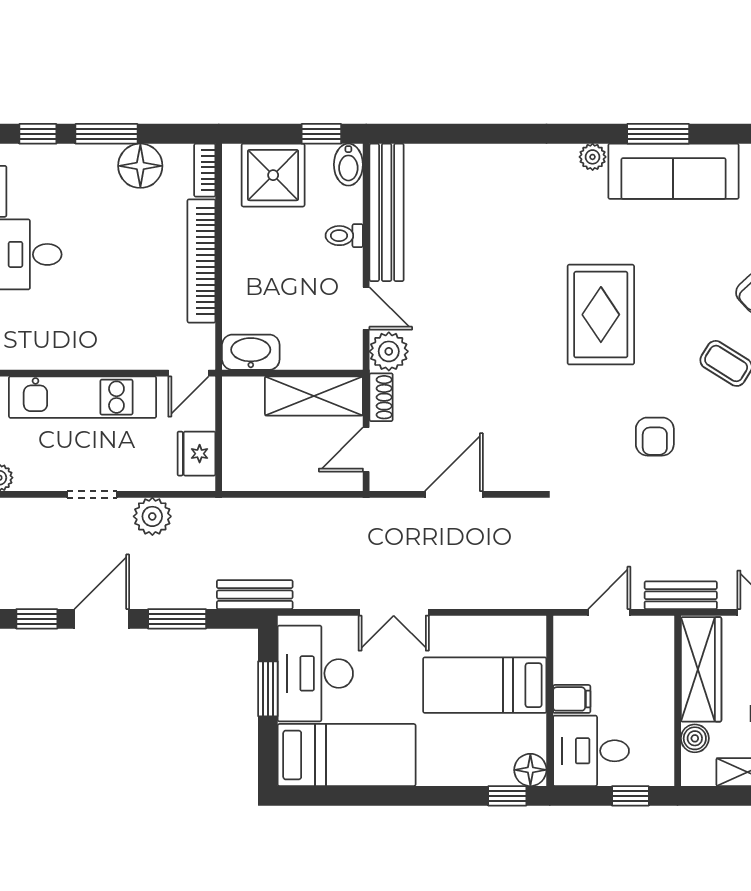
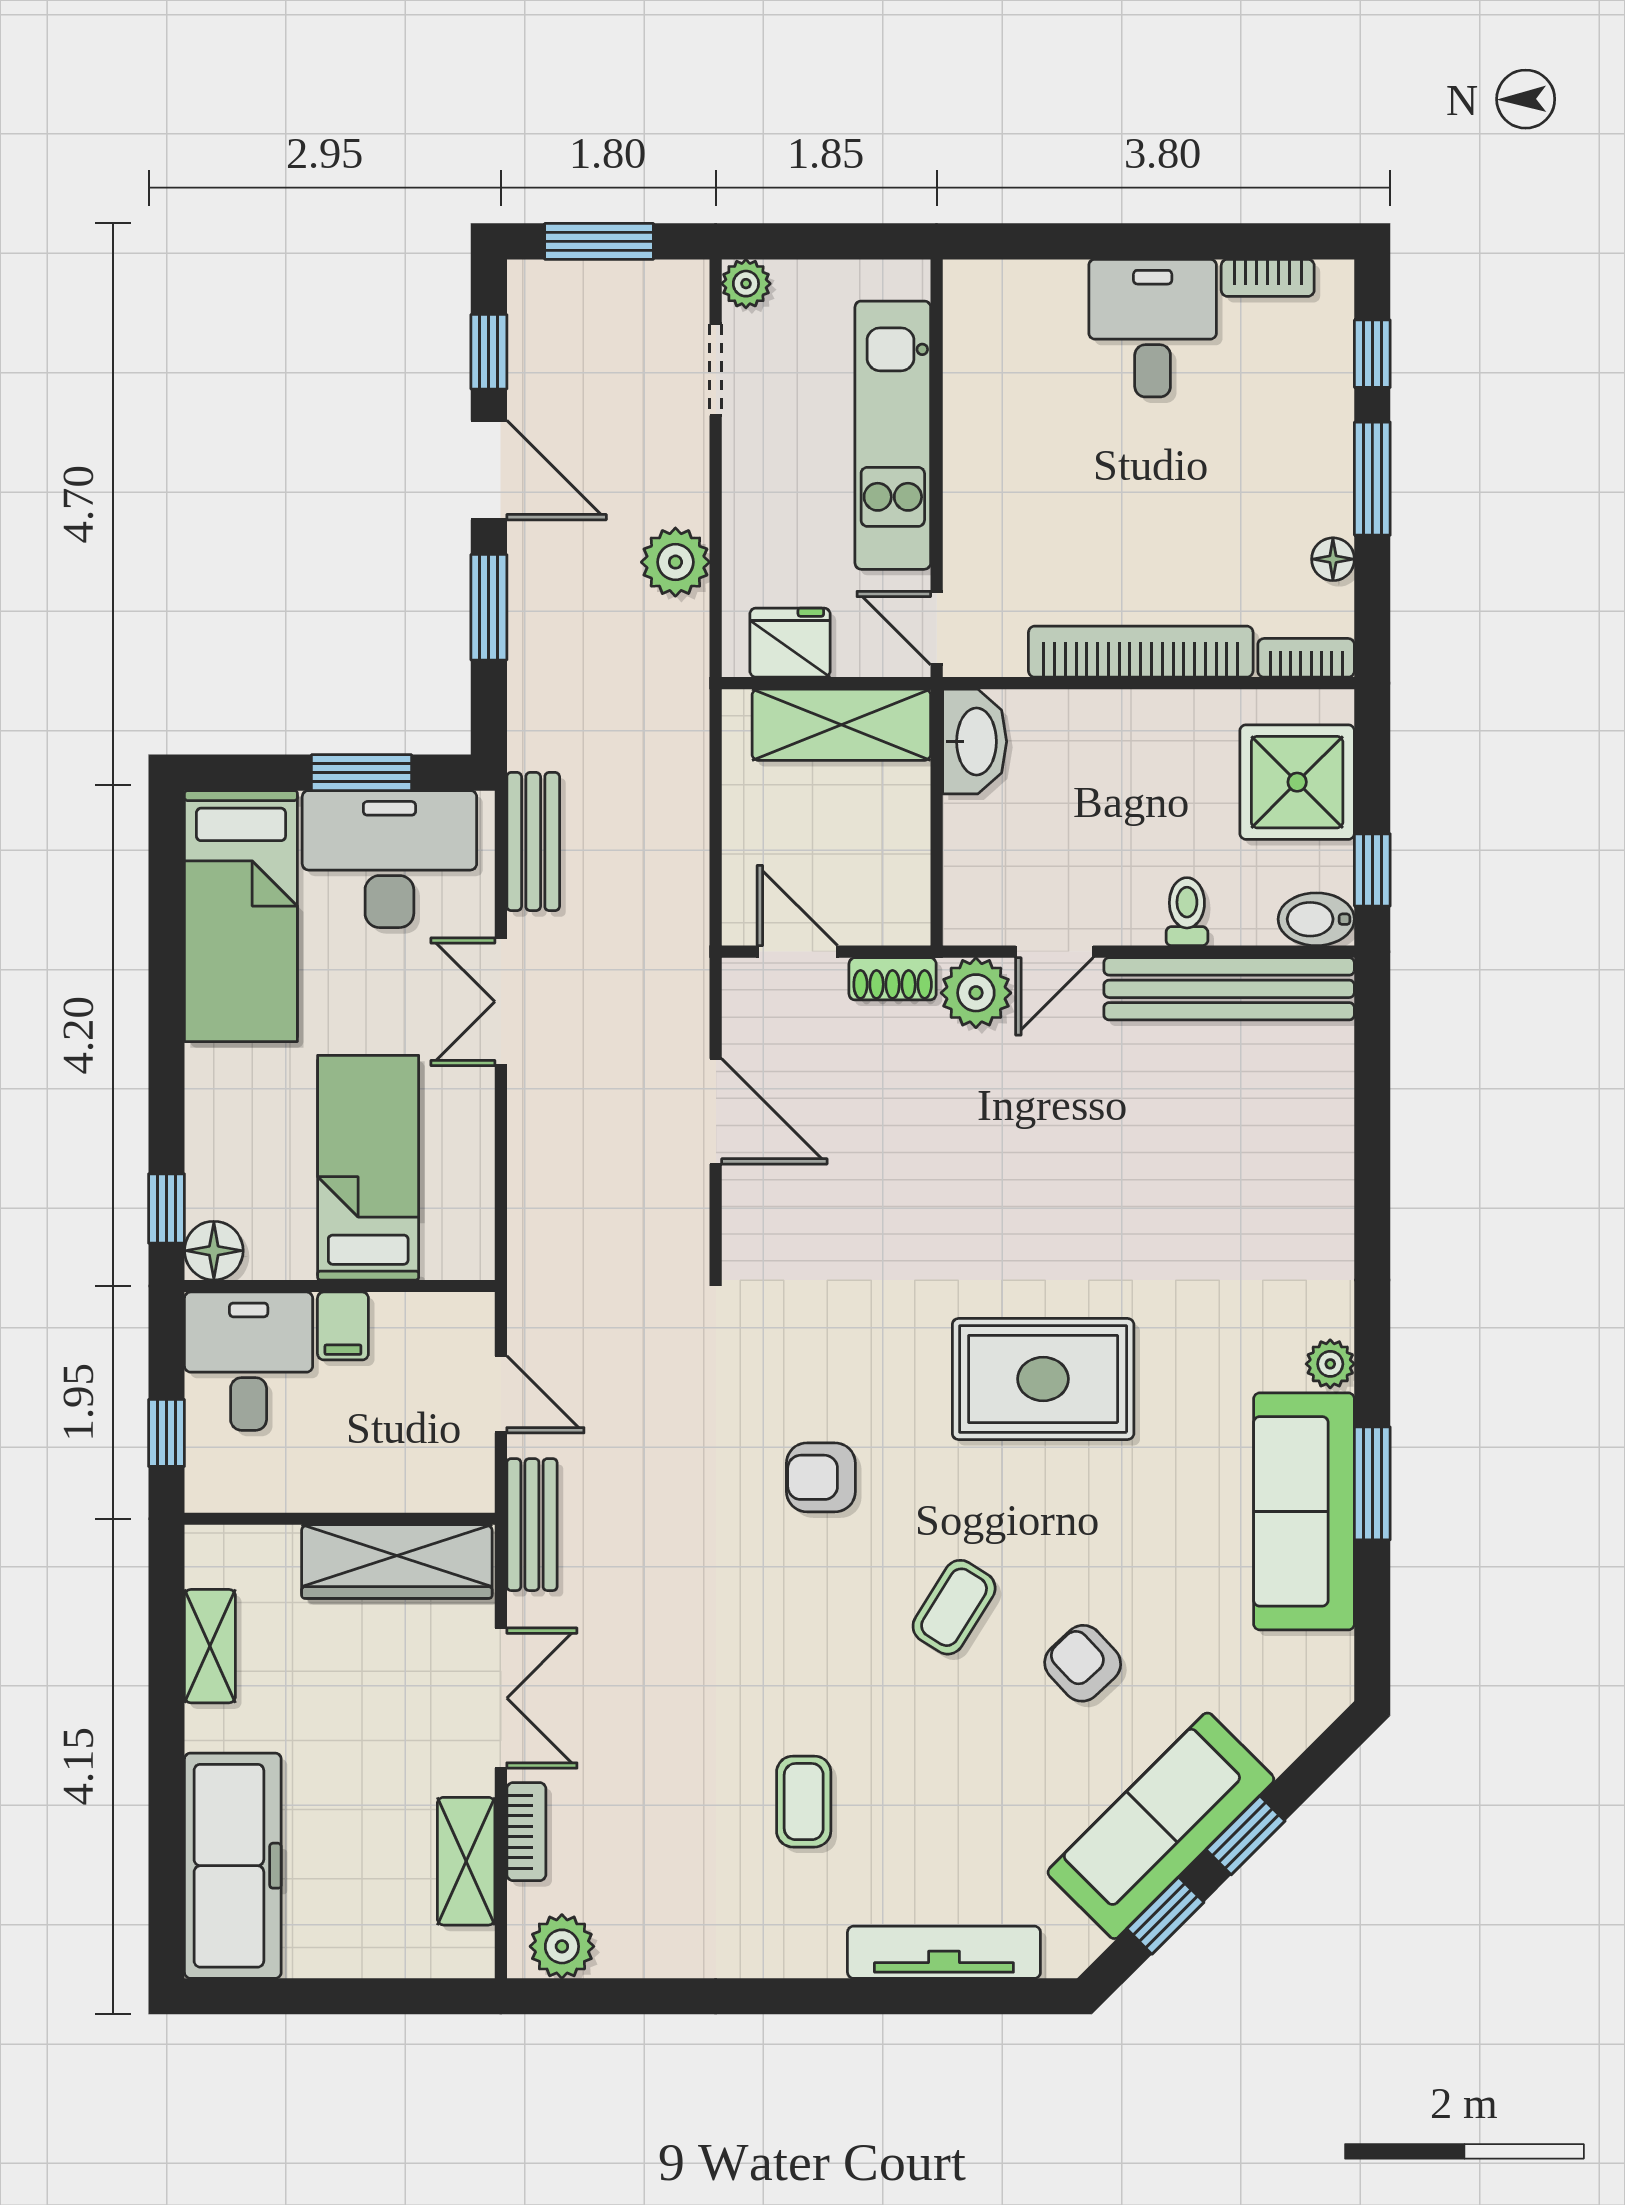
floor lamp: (140, 166) -> (1333, 559), width x0.53, depth x0.53
shelving: (314, 396) -> (841, 725), moved, turned 90
doorway: (92, 494) -> (716, 370), moved
bench: (255, 595) -> (533, 842), moved
boiler: (695, 738) -> (271, 1550), removed

